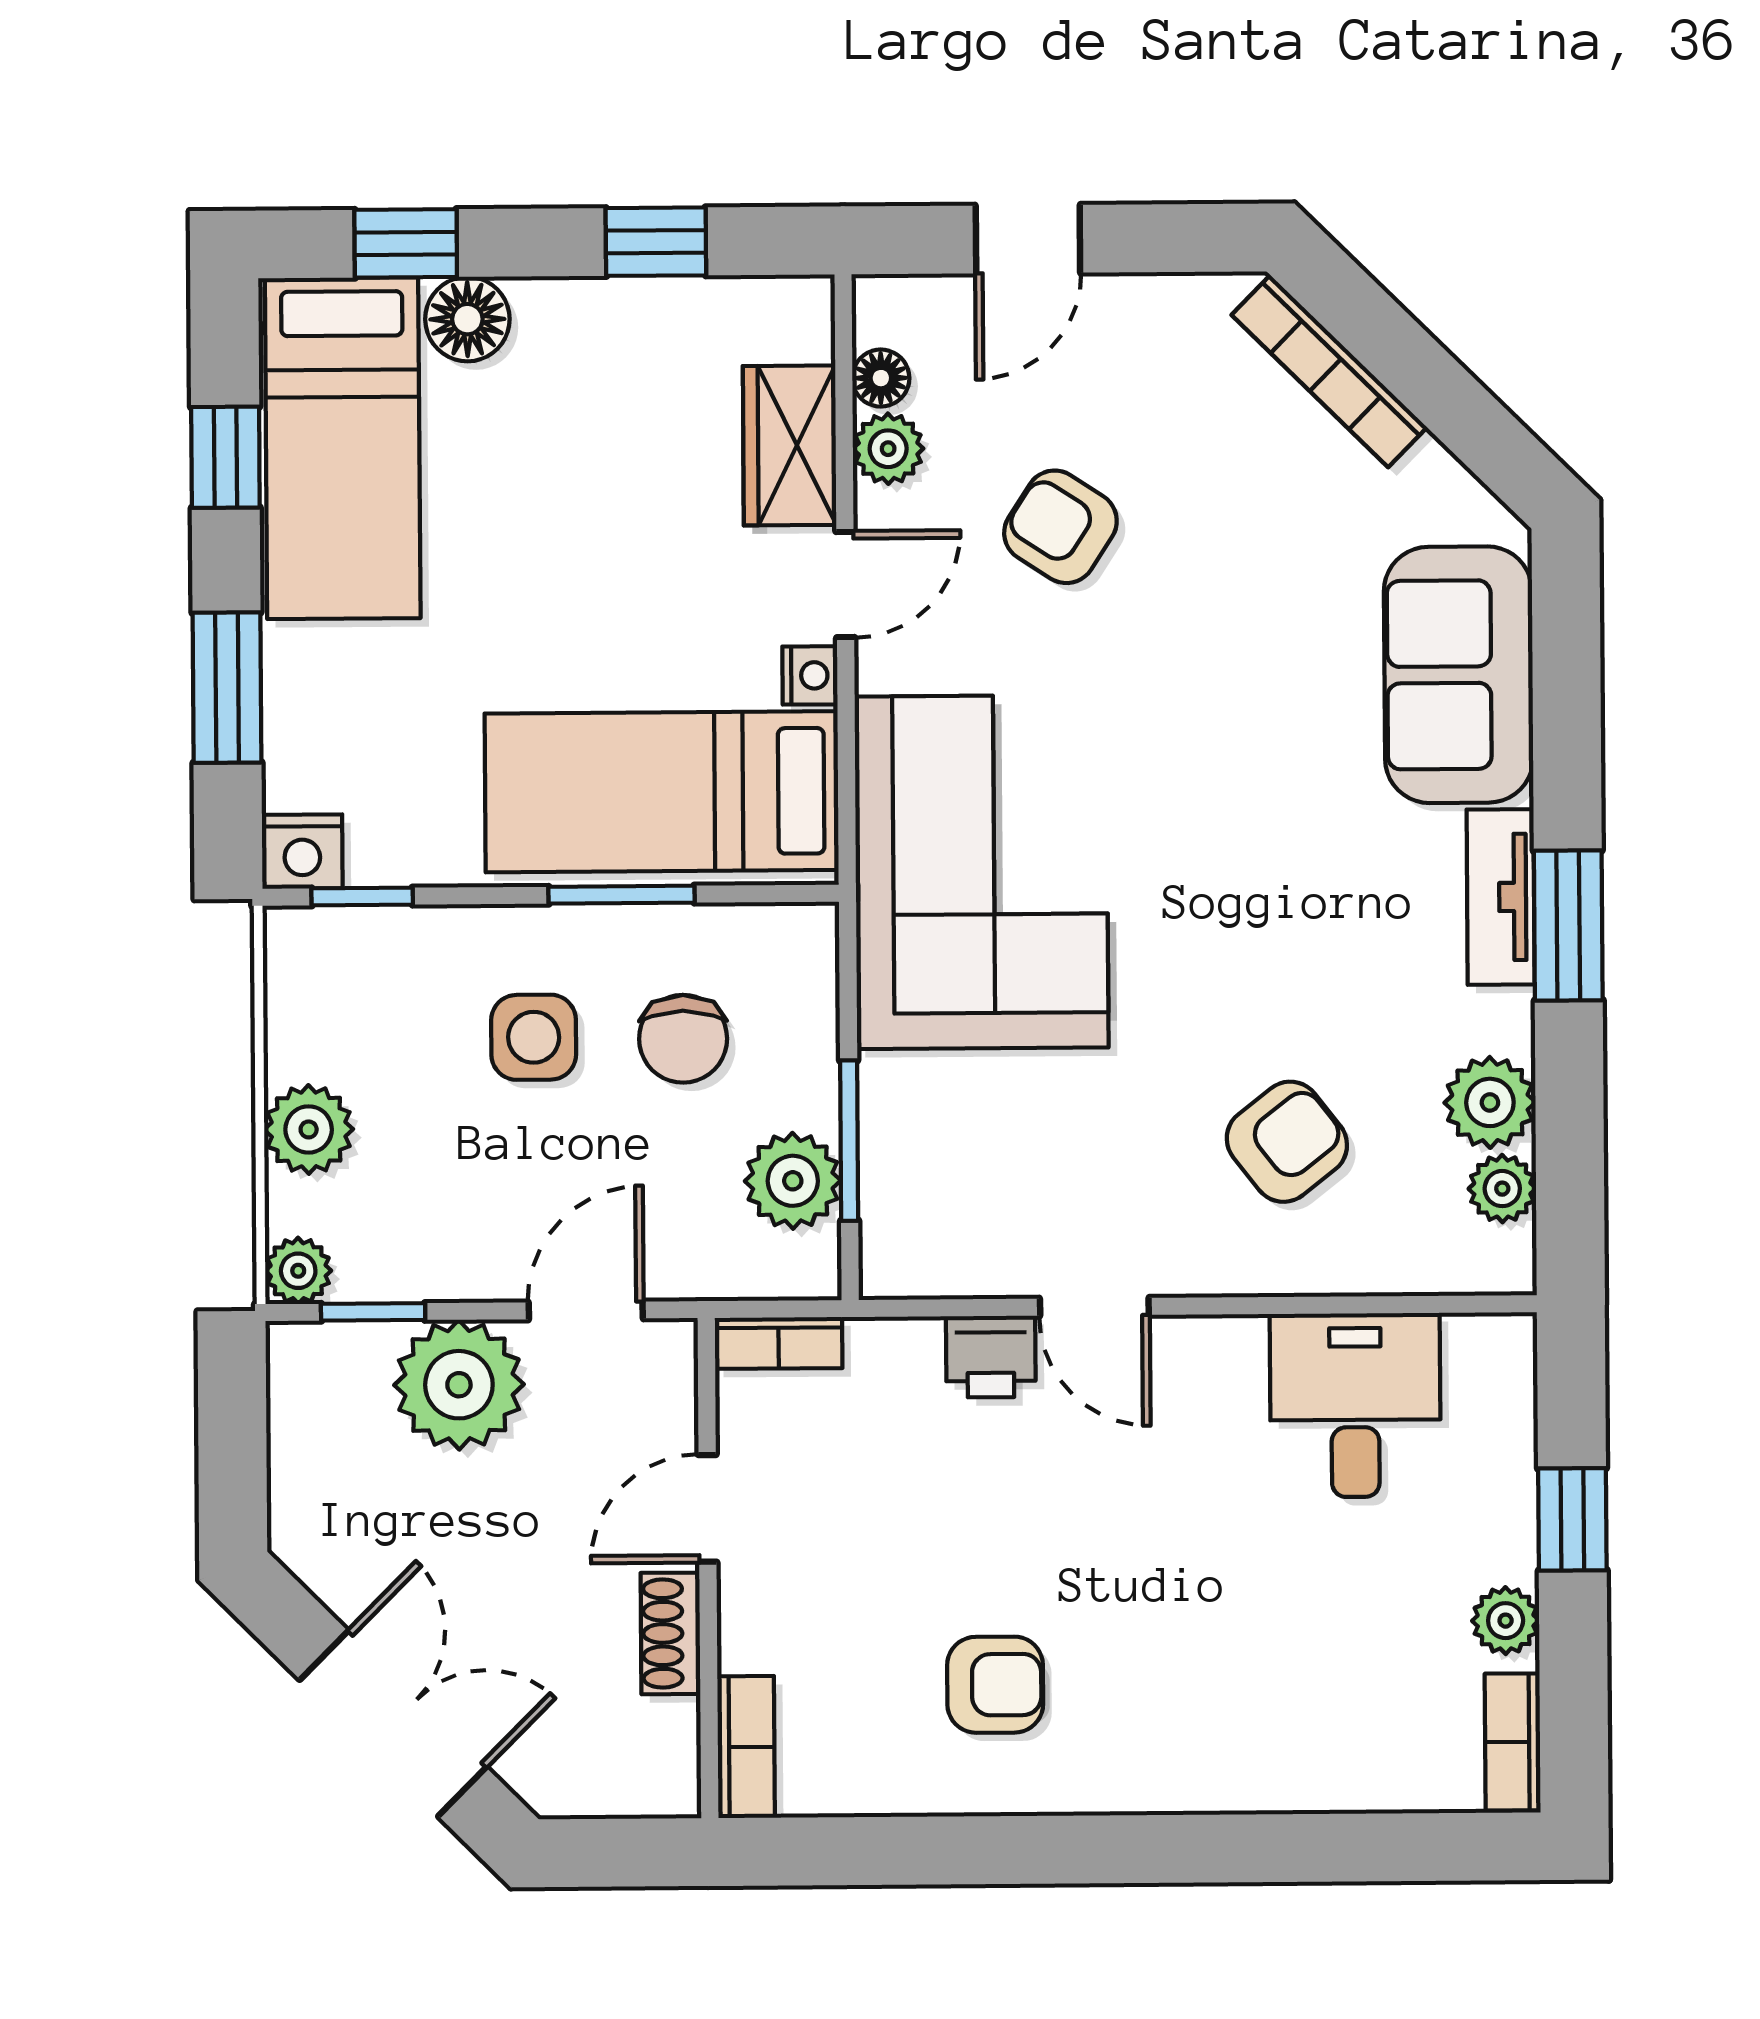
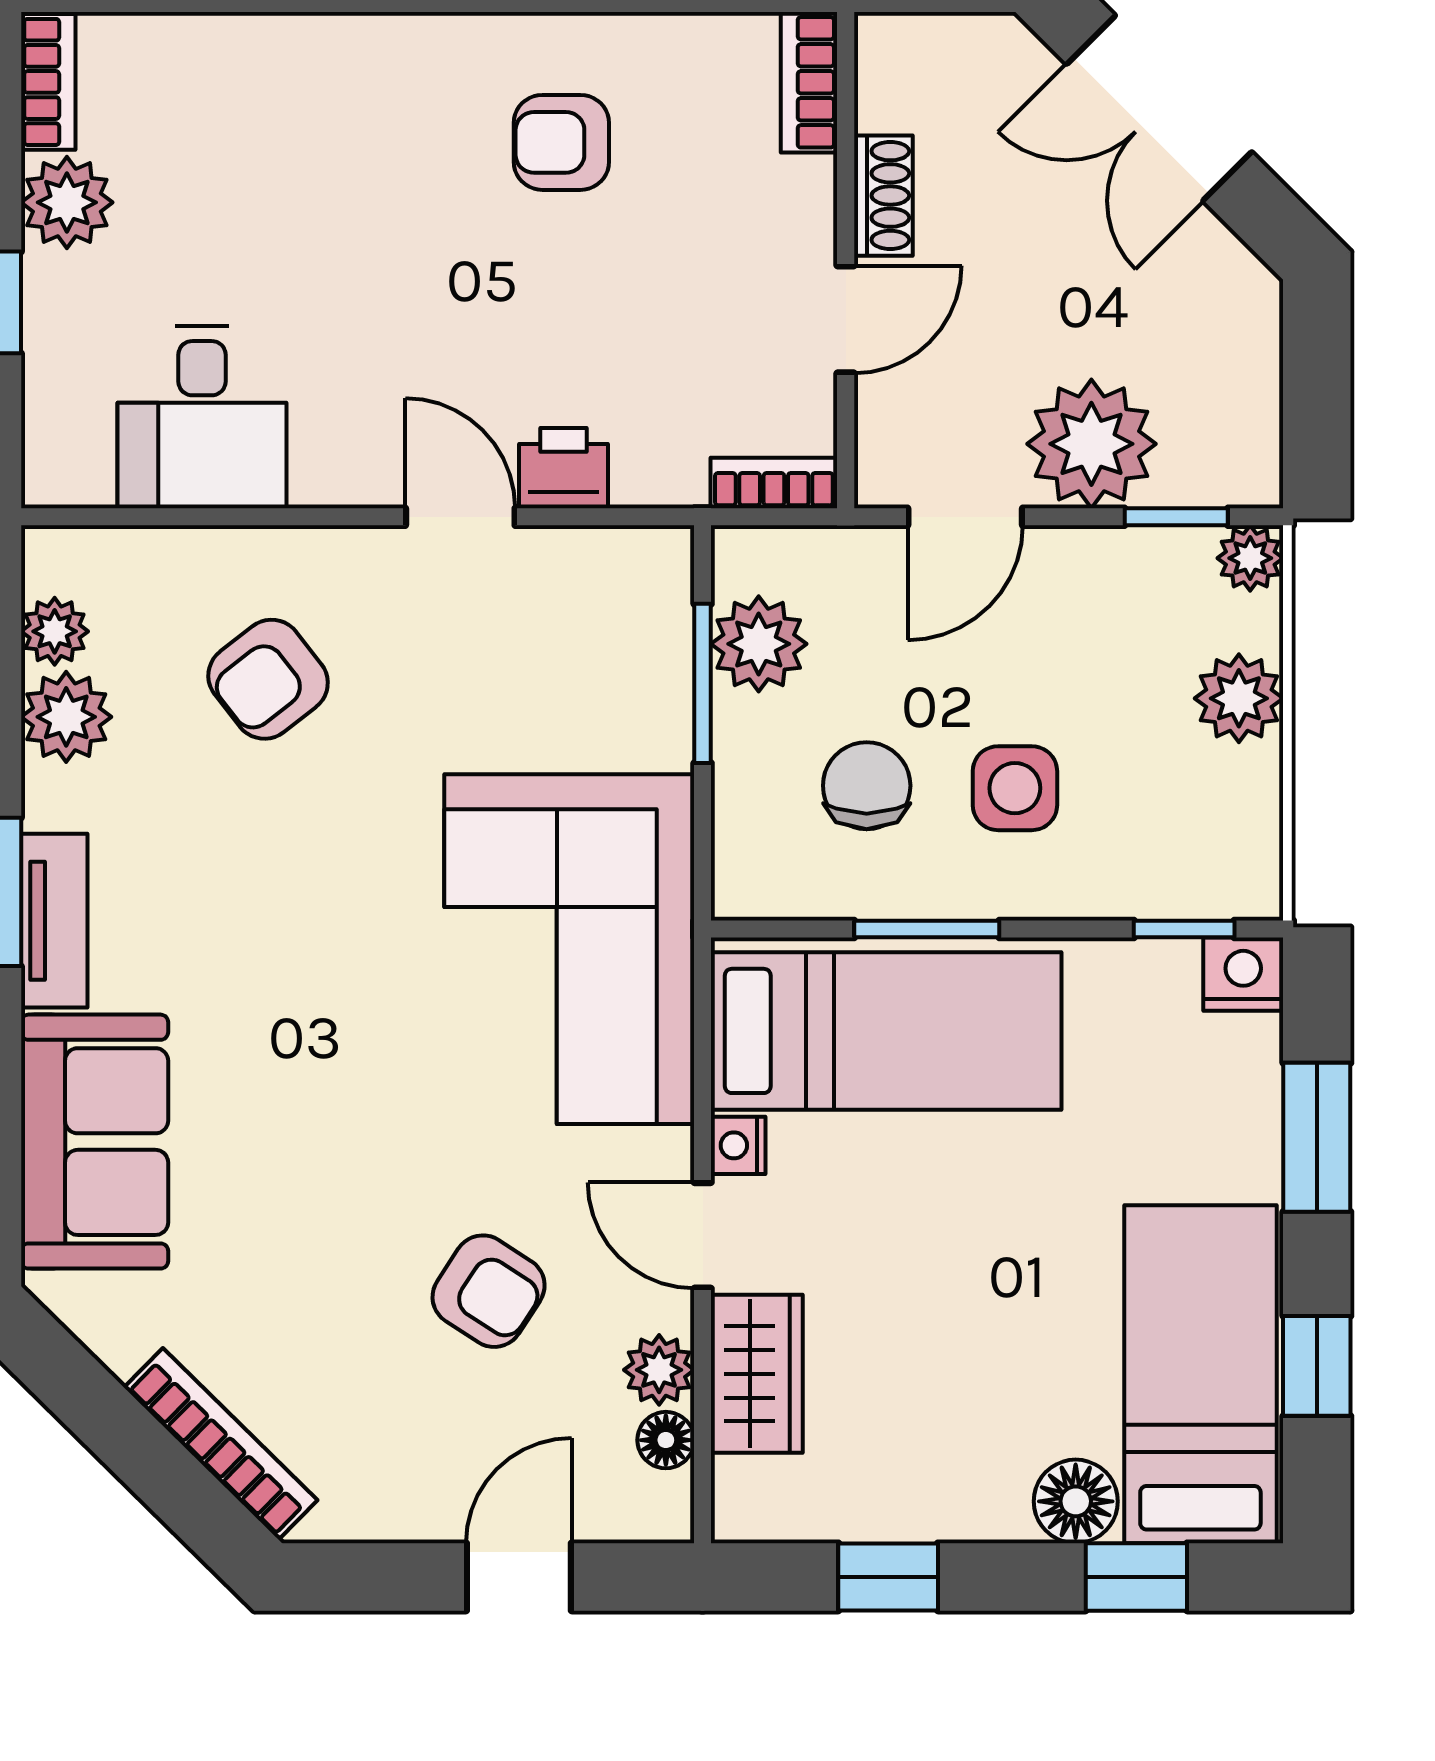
door: (845, 584) -> (703, 1235), hinge flipped
plant: (1506, 1621) -> (67, 202), width x1.38, depth x1.38

